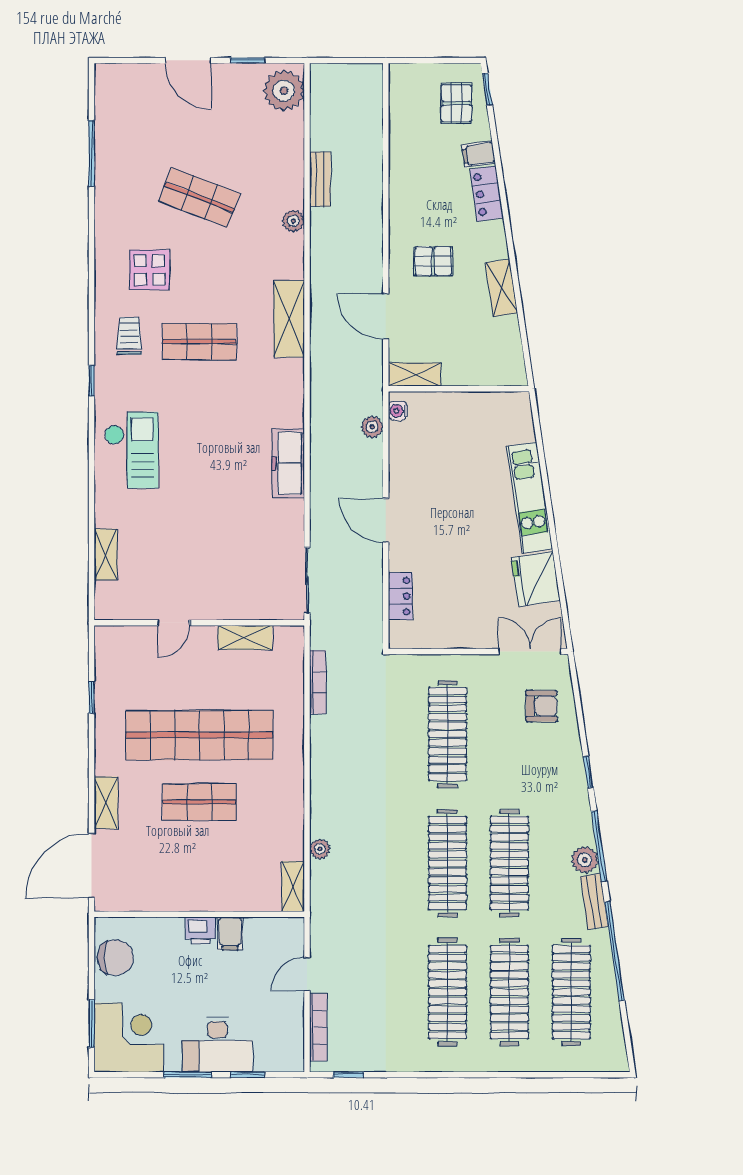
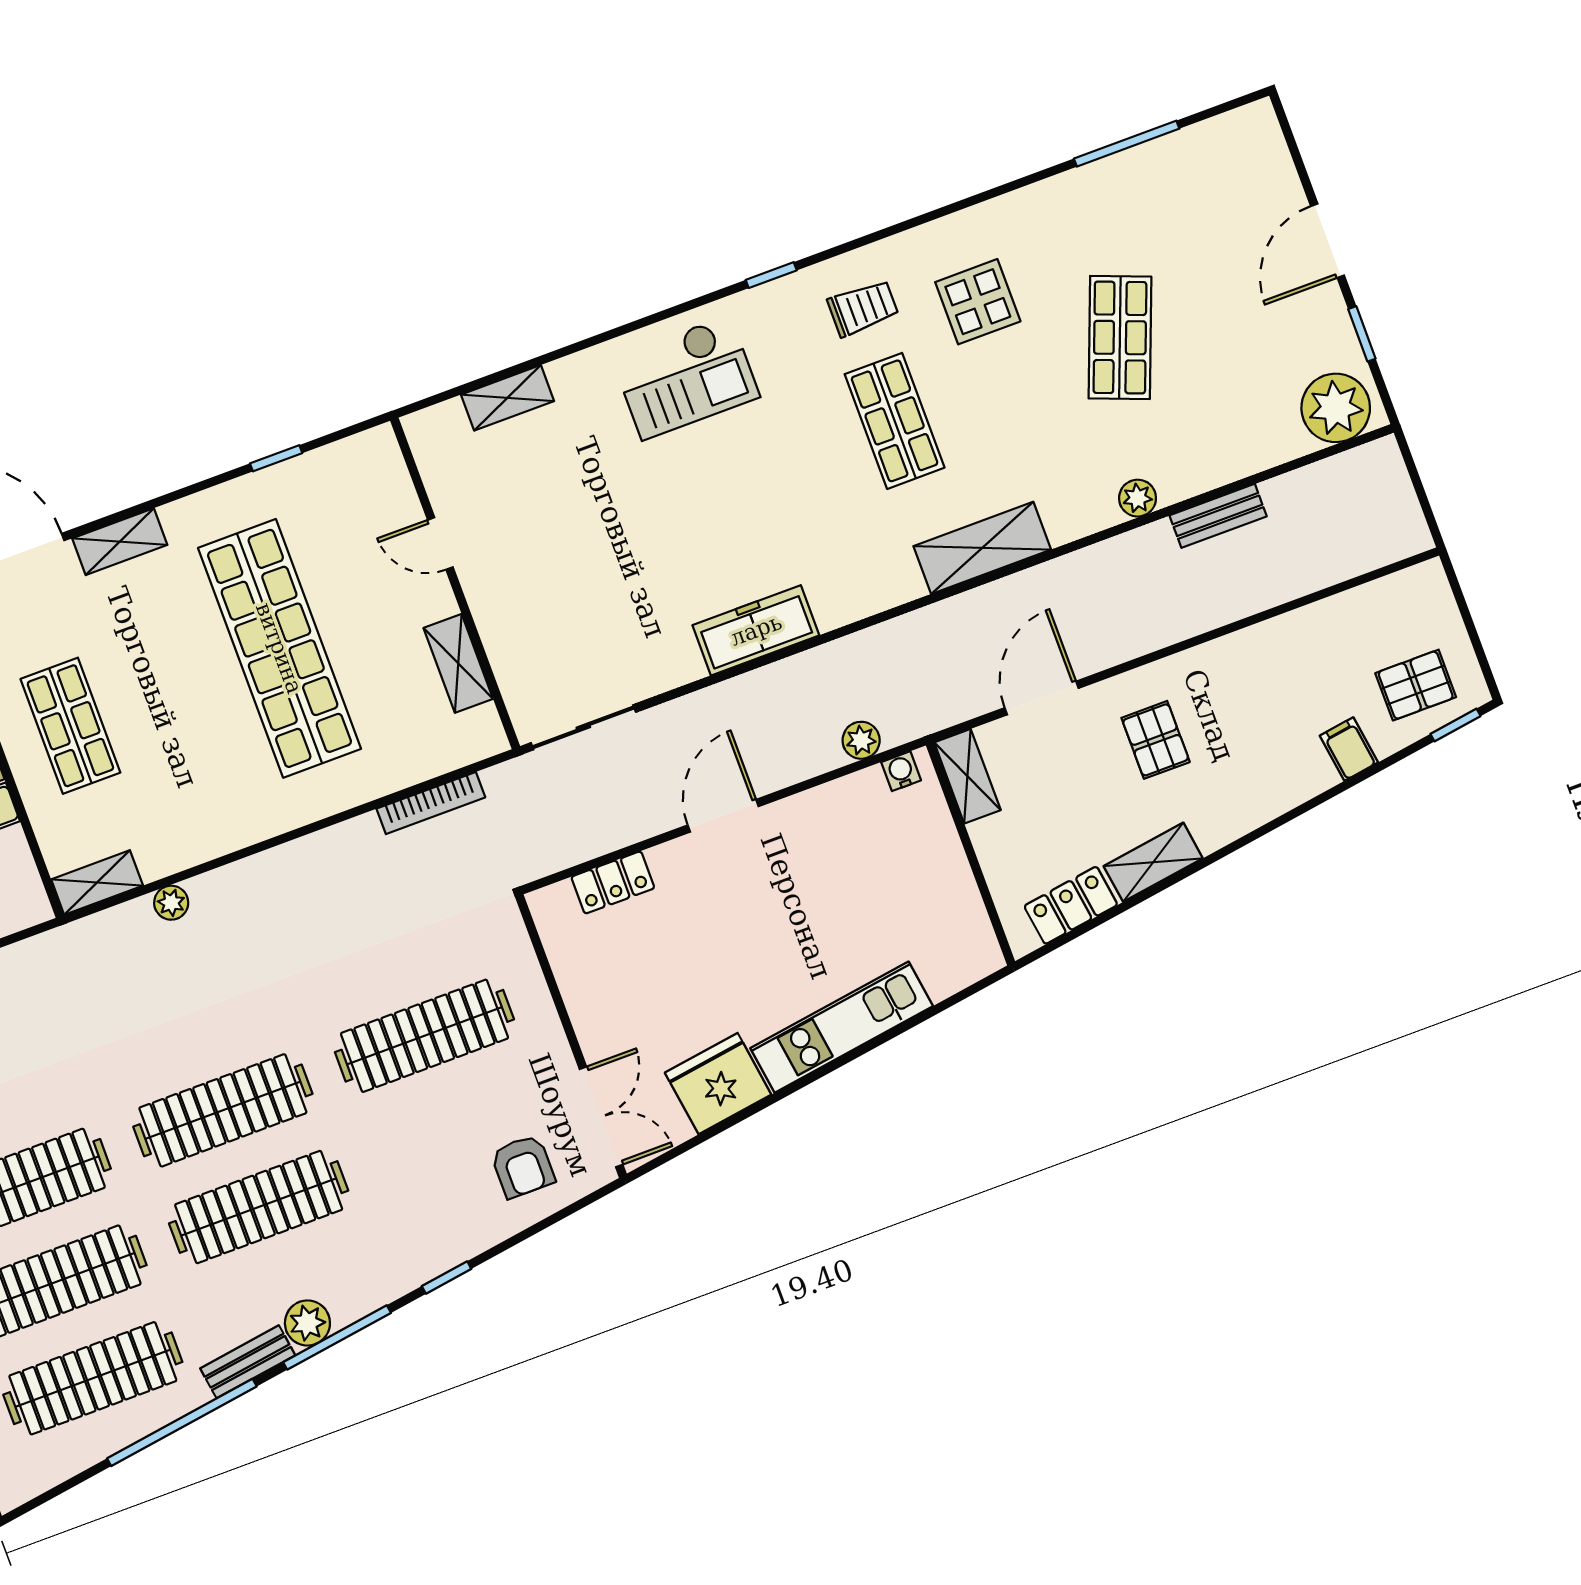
locker: (487, 194) -> (1071, 905), moved
shop shelf: (199, 802) -> (70, 726), moved

